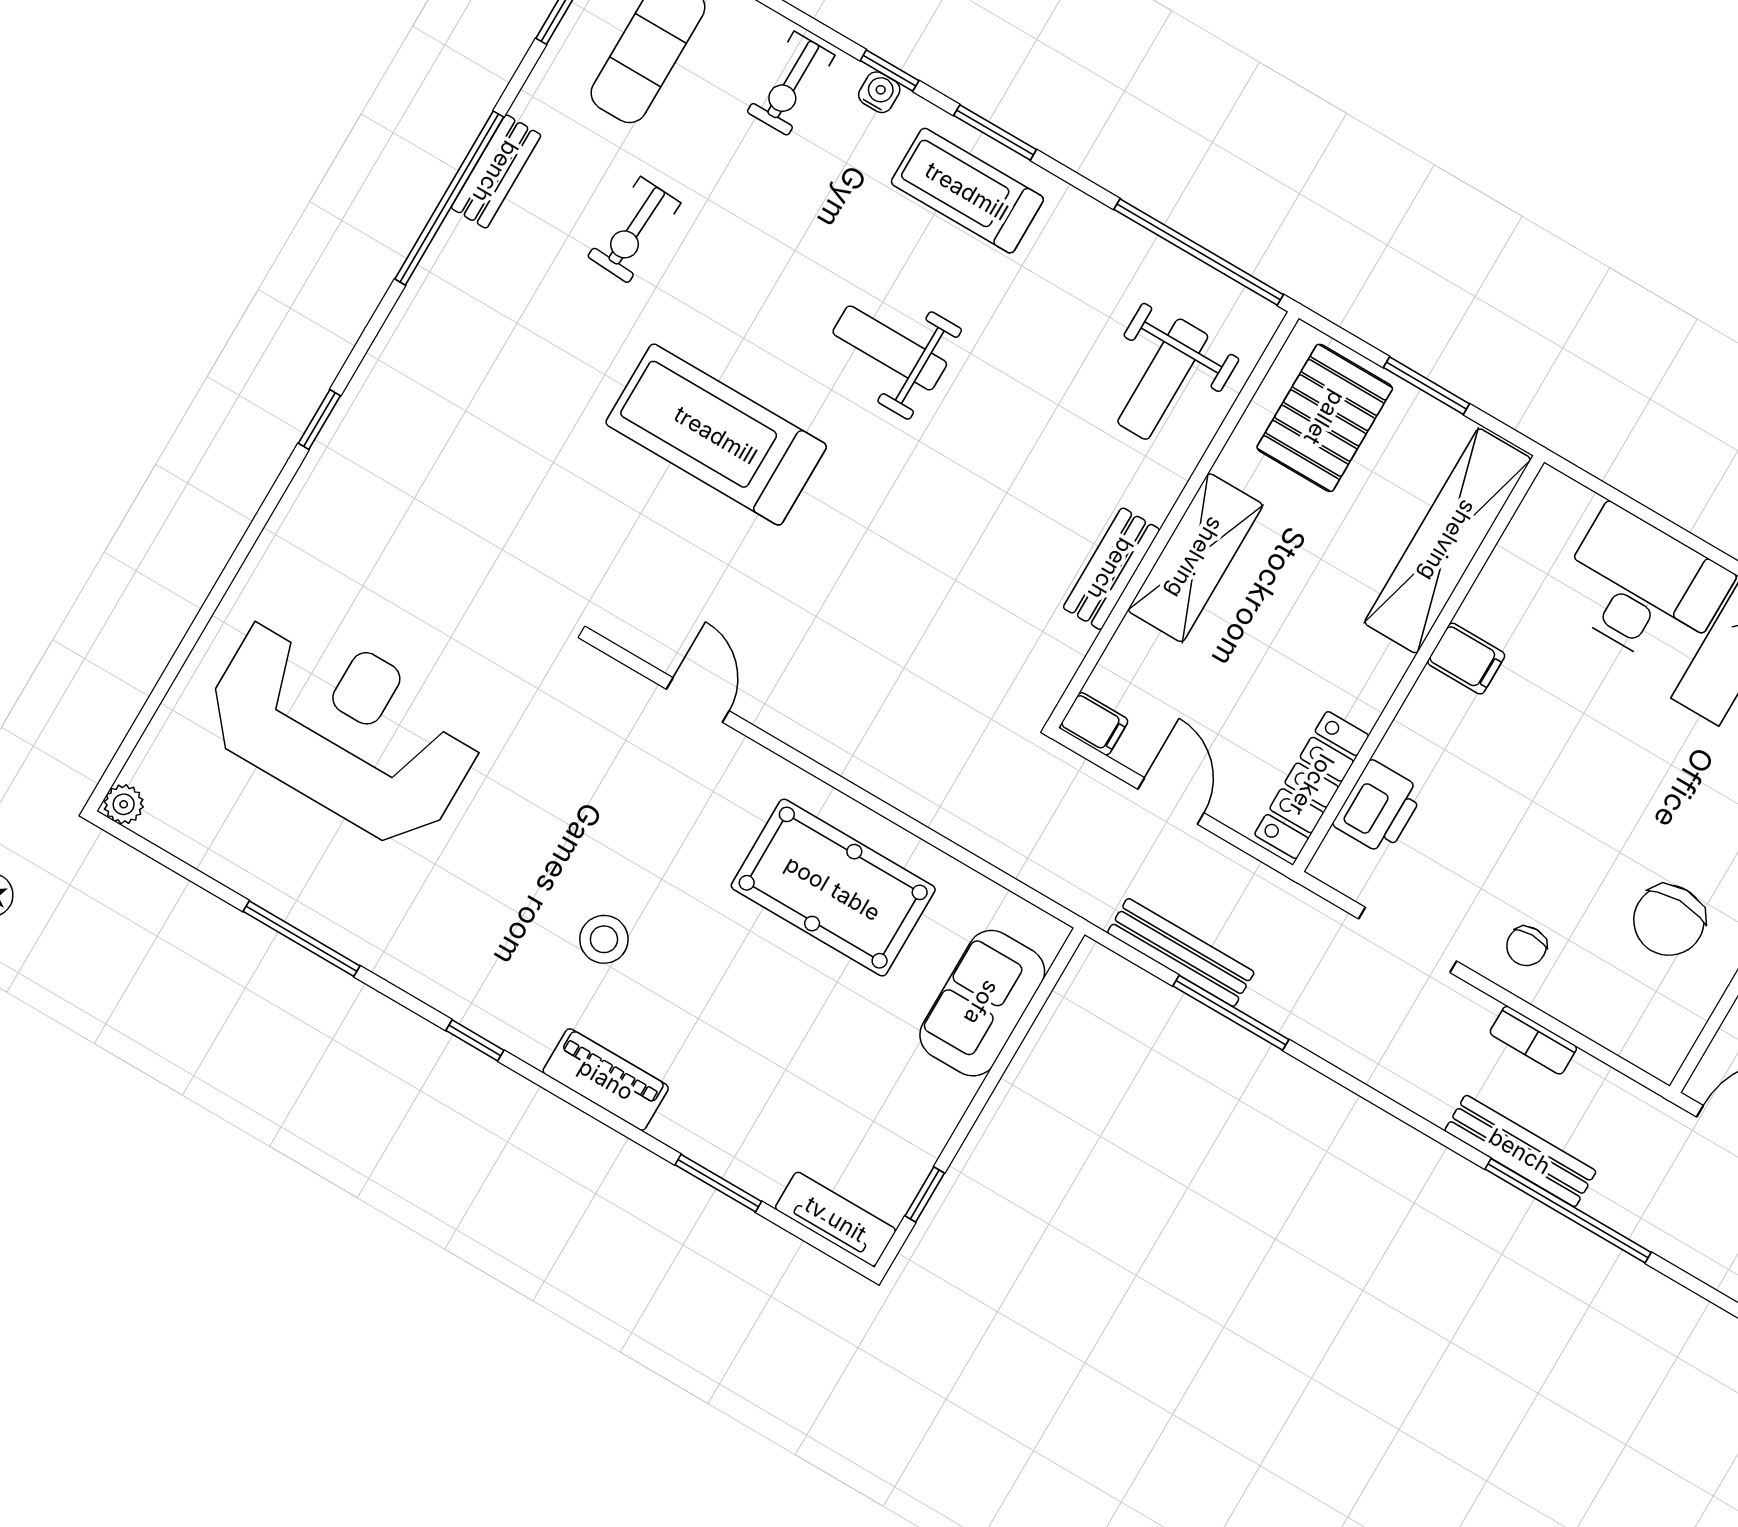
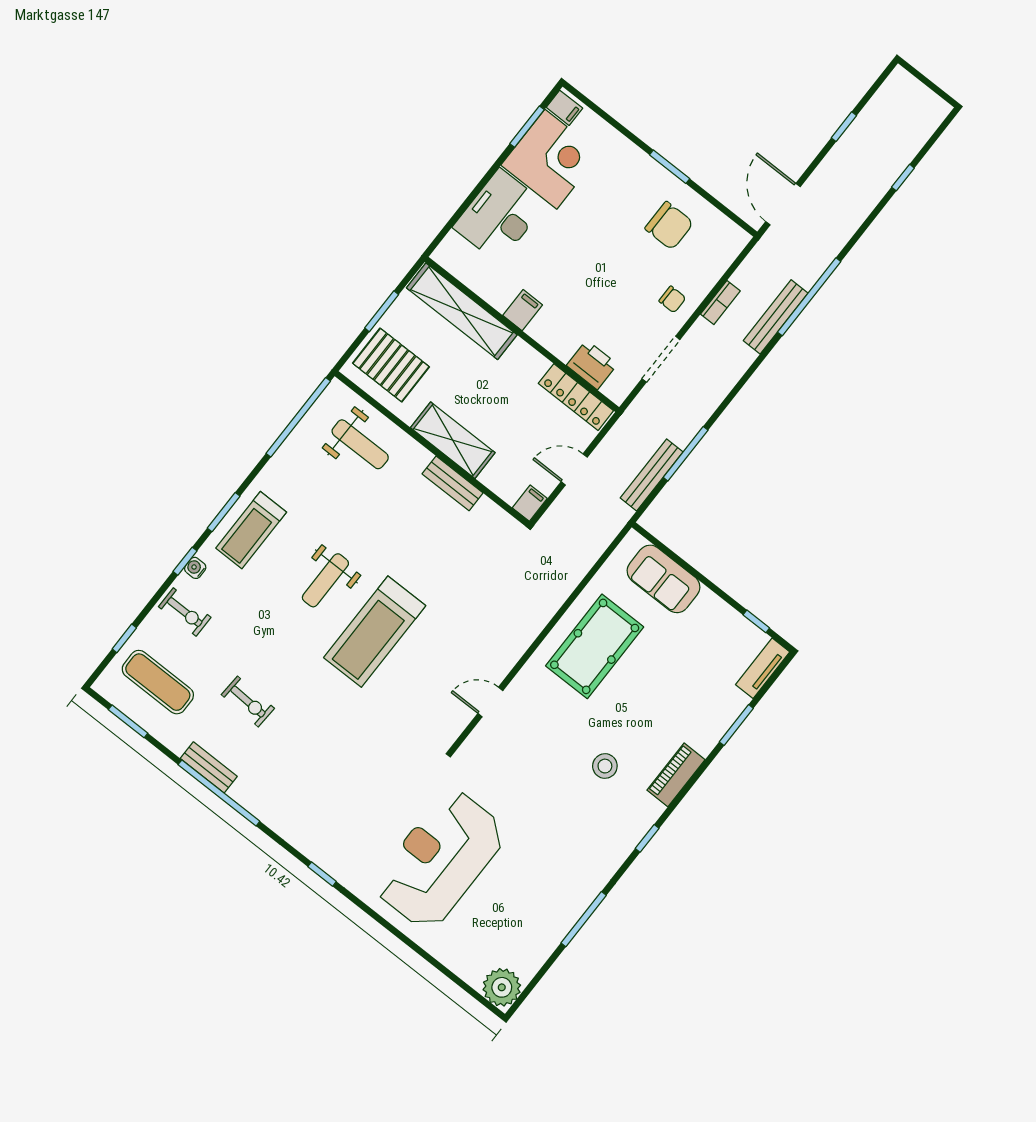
treadmill: (716, 435) -> (375, 632), moved
reception desk: (343, 727) -> (440, 860), moved
plant: (124, 804) -> (502, 987), width x1.88, depth x1.88

